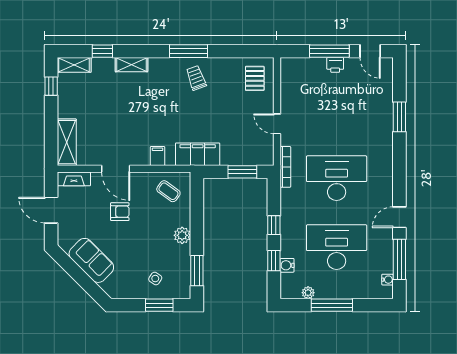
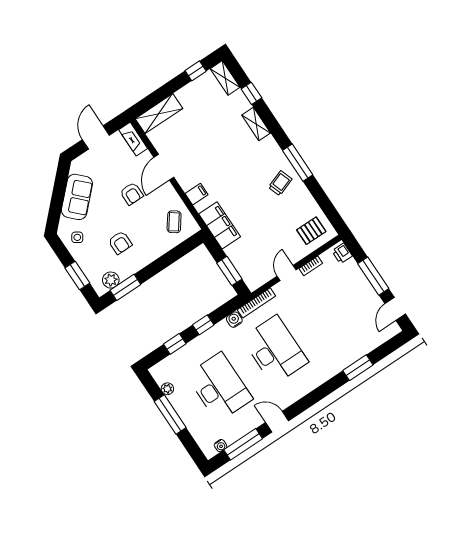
printer: (335, 65) -> (342, 253), moved
bookcase: (285, 99) -> (311, 266), added
plant: (182, 235) -> (111, 280), moved
armchair: (155, 250) -> (120, 243), added
water cooler: (287, 265) -> (234, 320), moved
side table: (155, 279) -> (77, 237), moved

